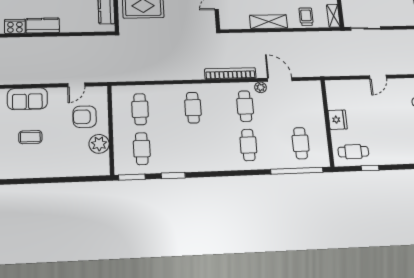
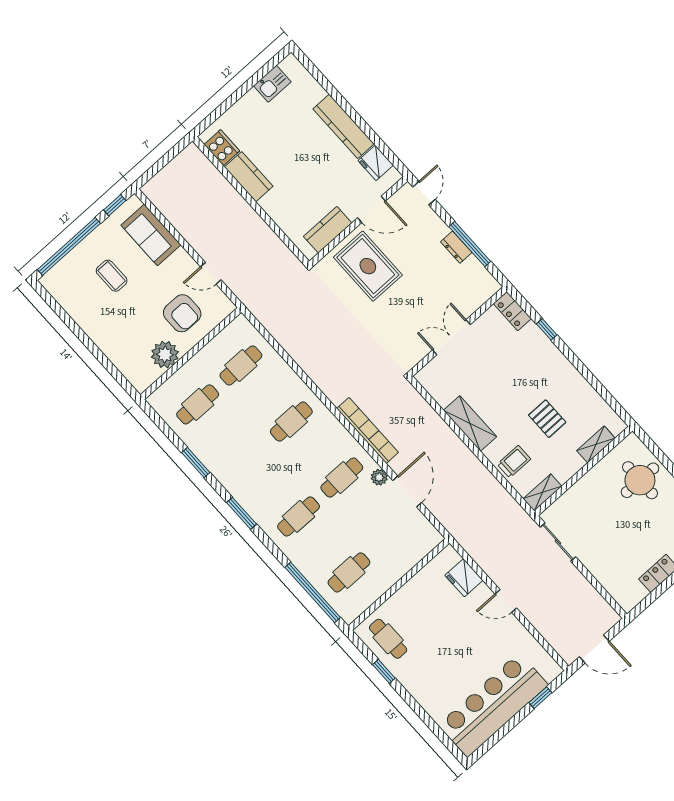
armchair: (85, 117) -> (182, 313), turned 180
fridge: (338, 120) -> (464, 578), moved, turned 90
window: (132, 177) -> (241, 513), moved

